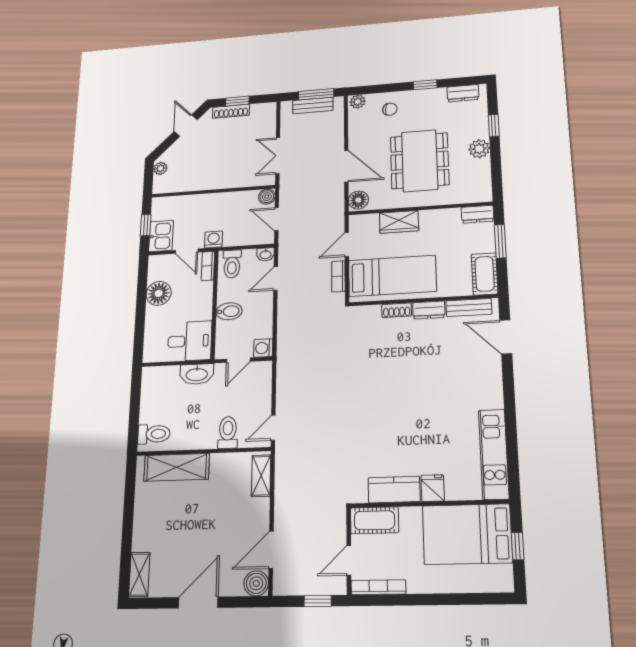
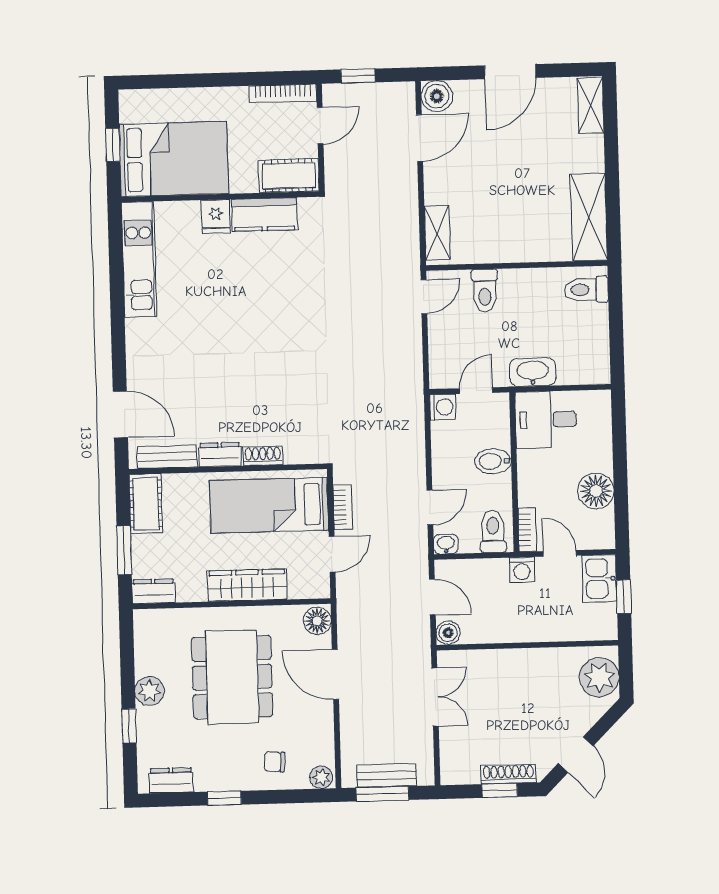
plant: (160, 168) -> (599, 677), width x1.88, depth x1.88
wardrobe: (399, 222) -> (247, 585), width x1.50
shelving: (177, 467) -> (589, 217), moved, turned 90

